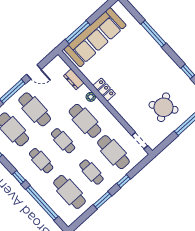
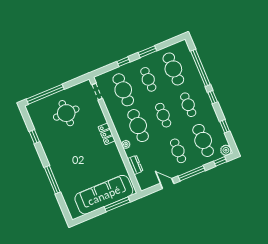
locker: (104, 90) -> (107, 134), moved
round table: (164, 107) -> (66, 113), turned 35
cafe table: (35, 109) -> (178, 151), width x0.73, depth x0.74

